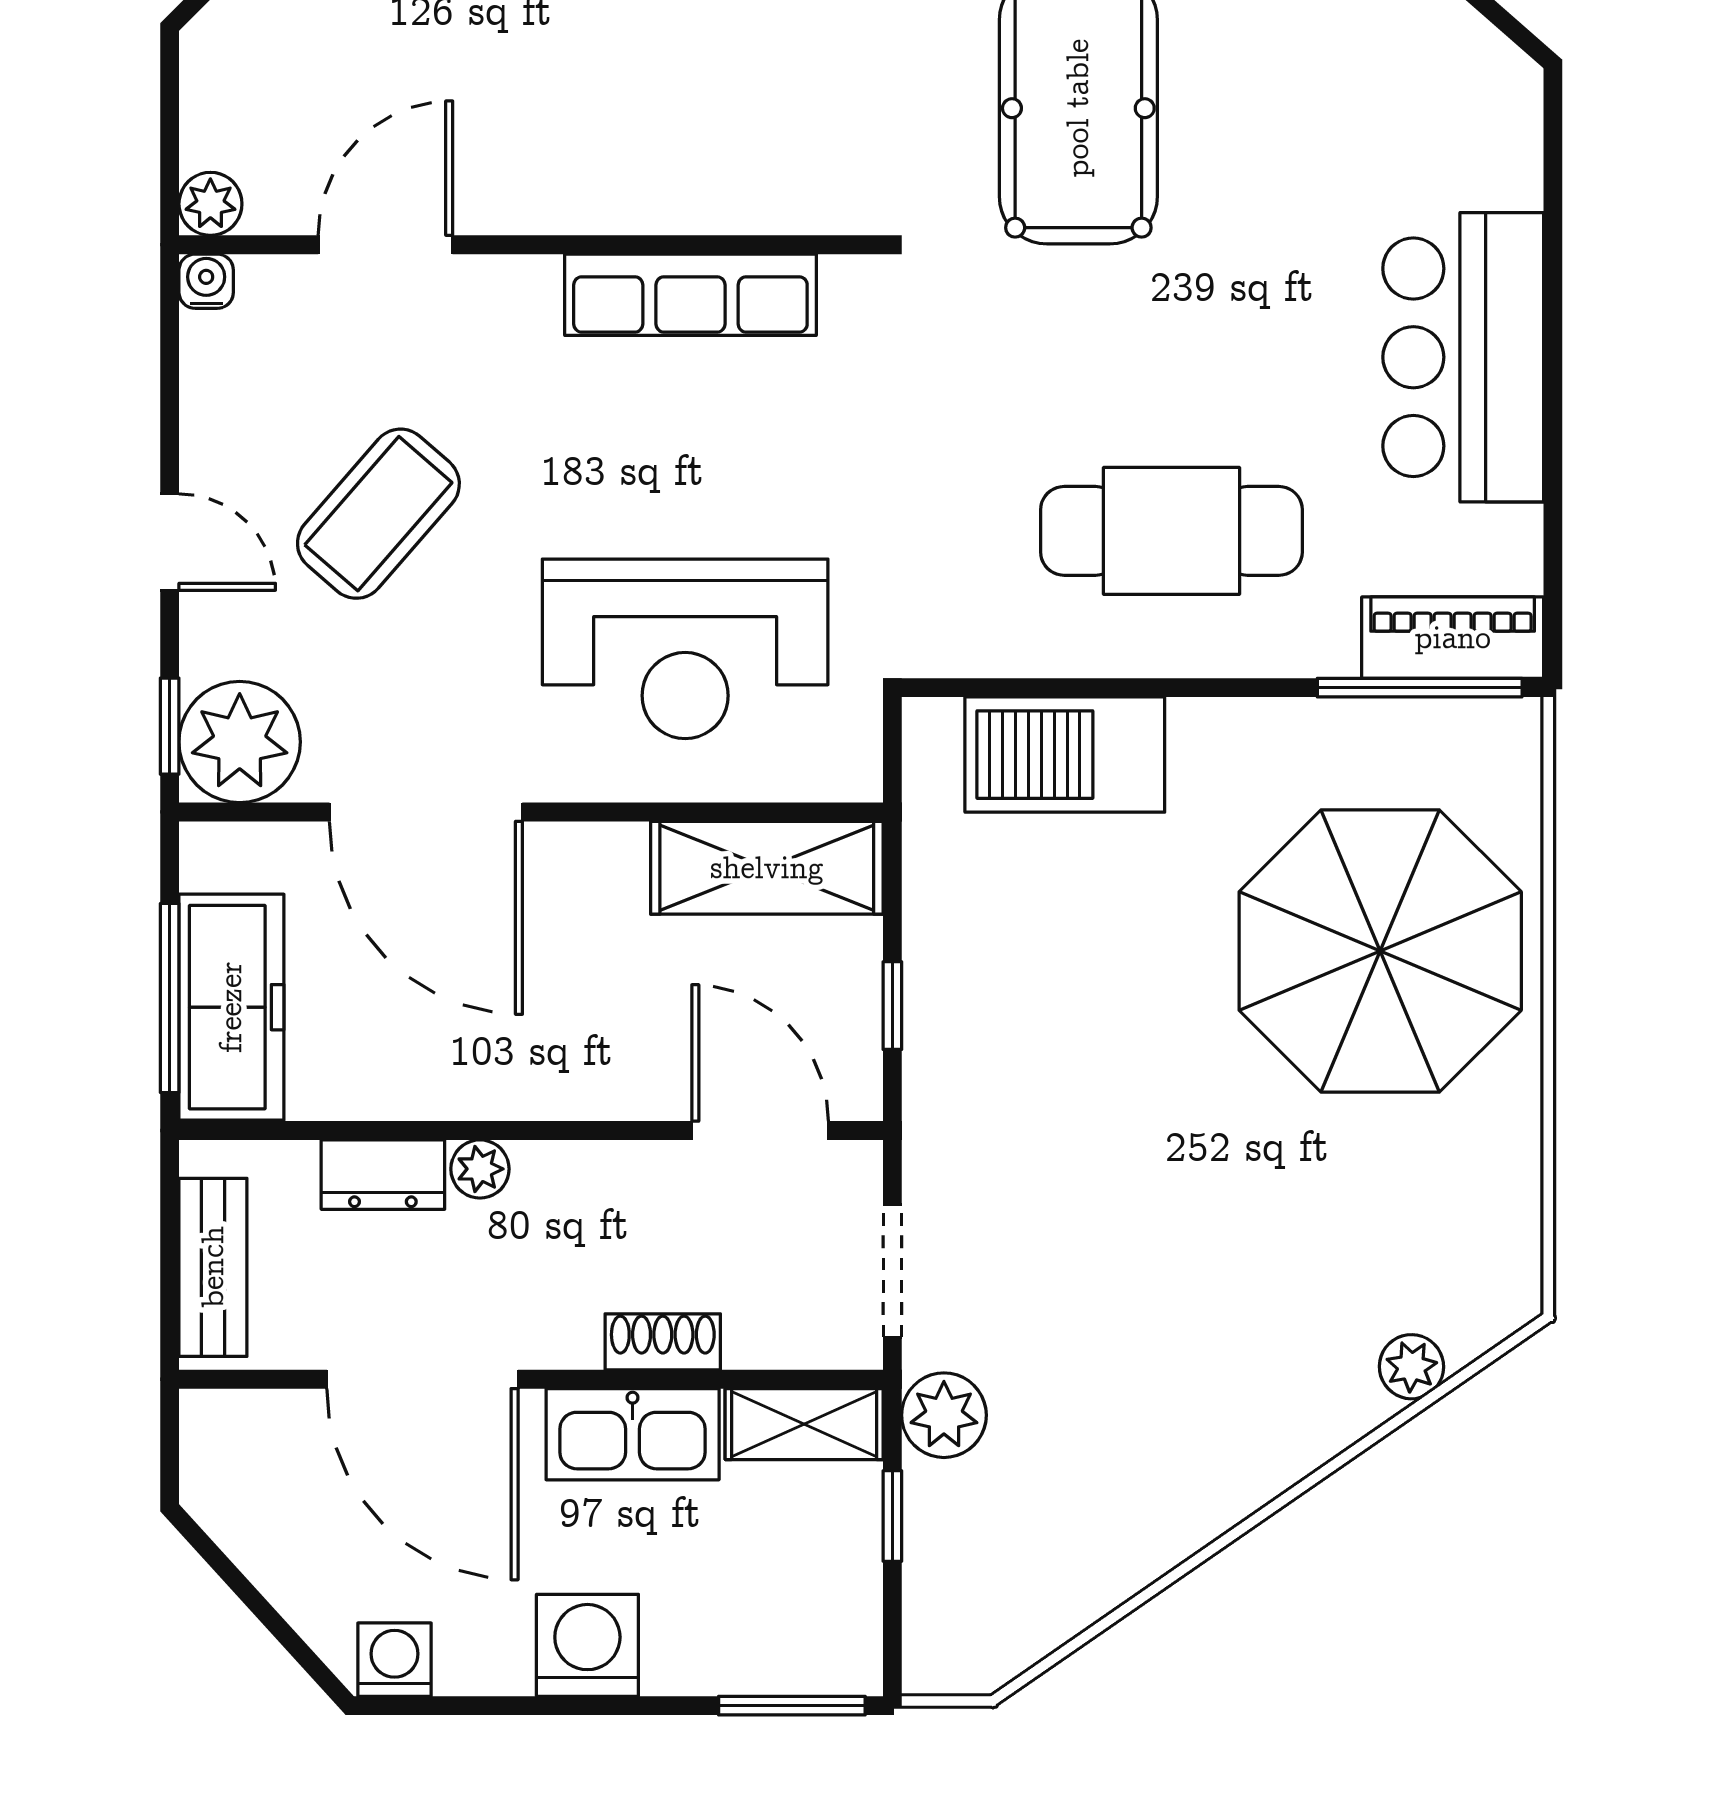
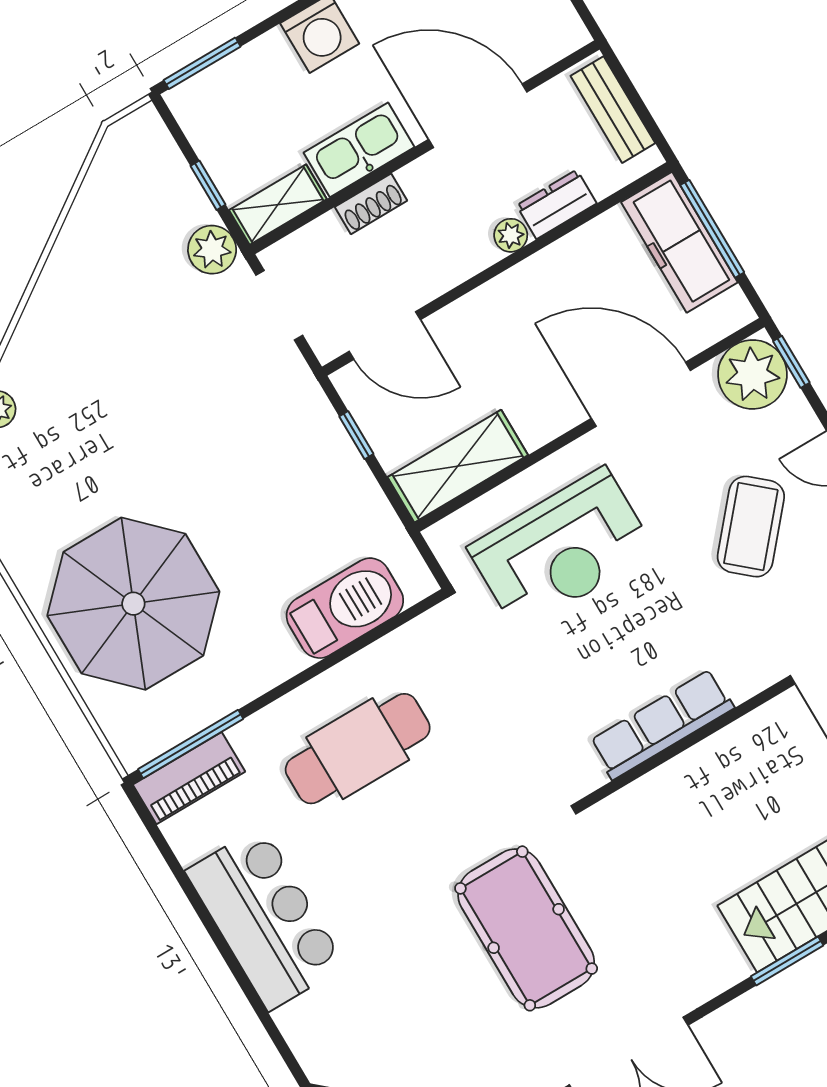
reception desk: (685, 649) -> (561, 550), turned 180

